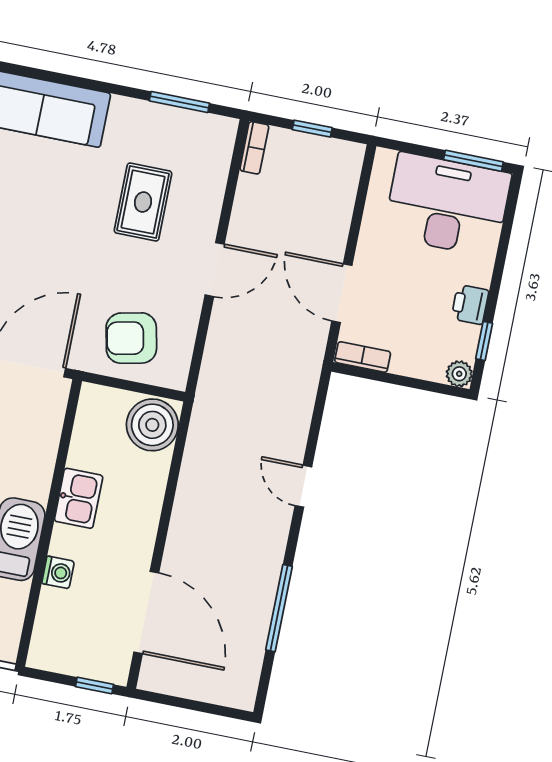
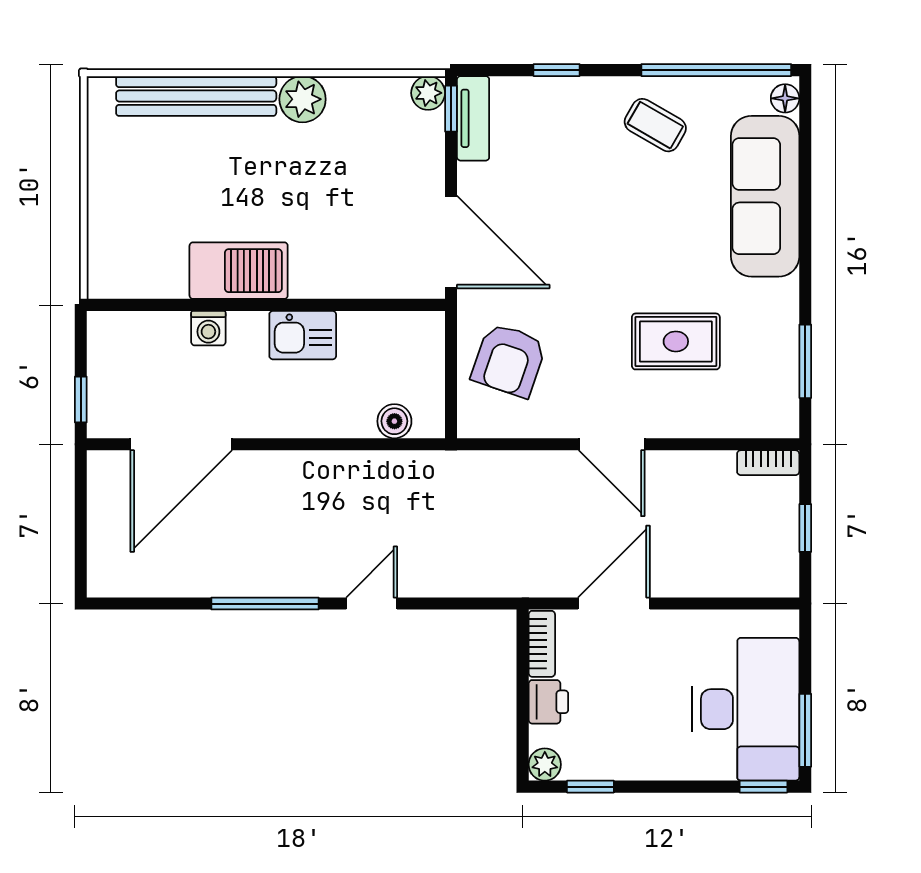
window: (512, 203) -> (763, 787), added
printer: (470, 305) -> (548, 702), moved, turned 90
armchair: (131, 338) -> (509, 360), turned -149
boiler: (152, 425) -> (394, 421), width x0.54, depth x0.54
window: (279, 608) -> (265, 604), moved

